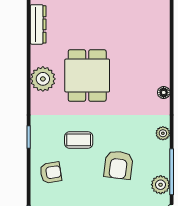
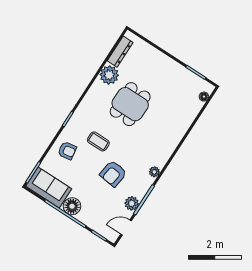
plant: (43, 79) -> (109, 75), moved
floor lamp: (164, 93) -> (204, 97), moved

